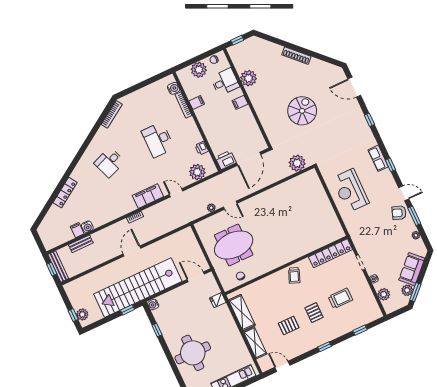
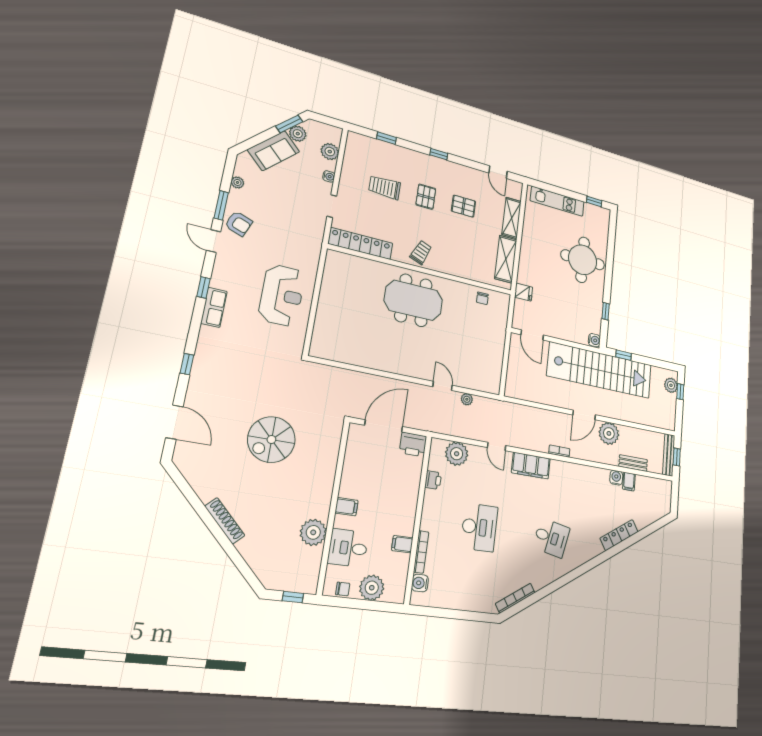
desk: (109, 162) -> (551, 538), turned 33
plant: (297, 163) -> (609, 433), moved
meeting table: (234, 245) -> (413, 300), moved

